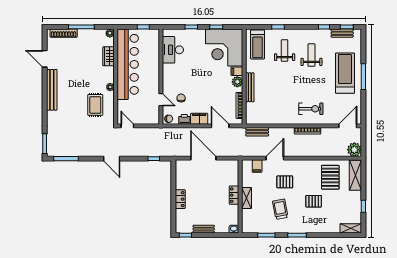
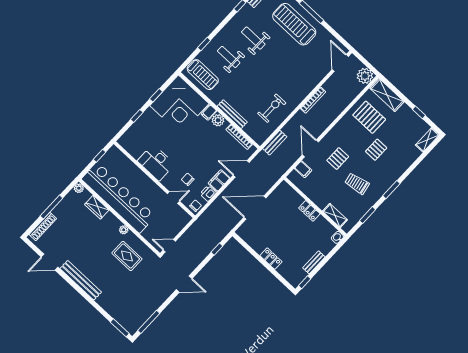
desk: (173, 50) -> (156, 163), moved
exercise bike: (311, 109) -> (272, 108), moved
shelving: (247, 198) -> (335, 215), moved

